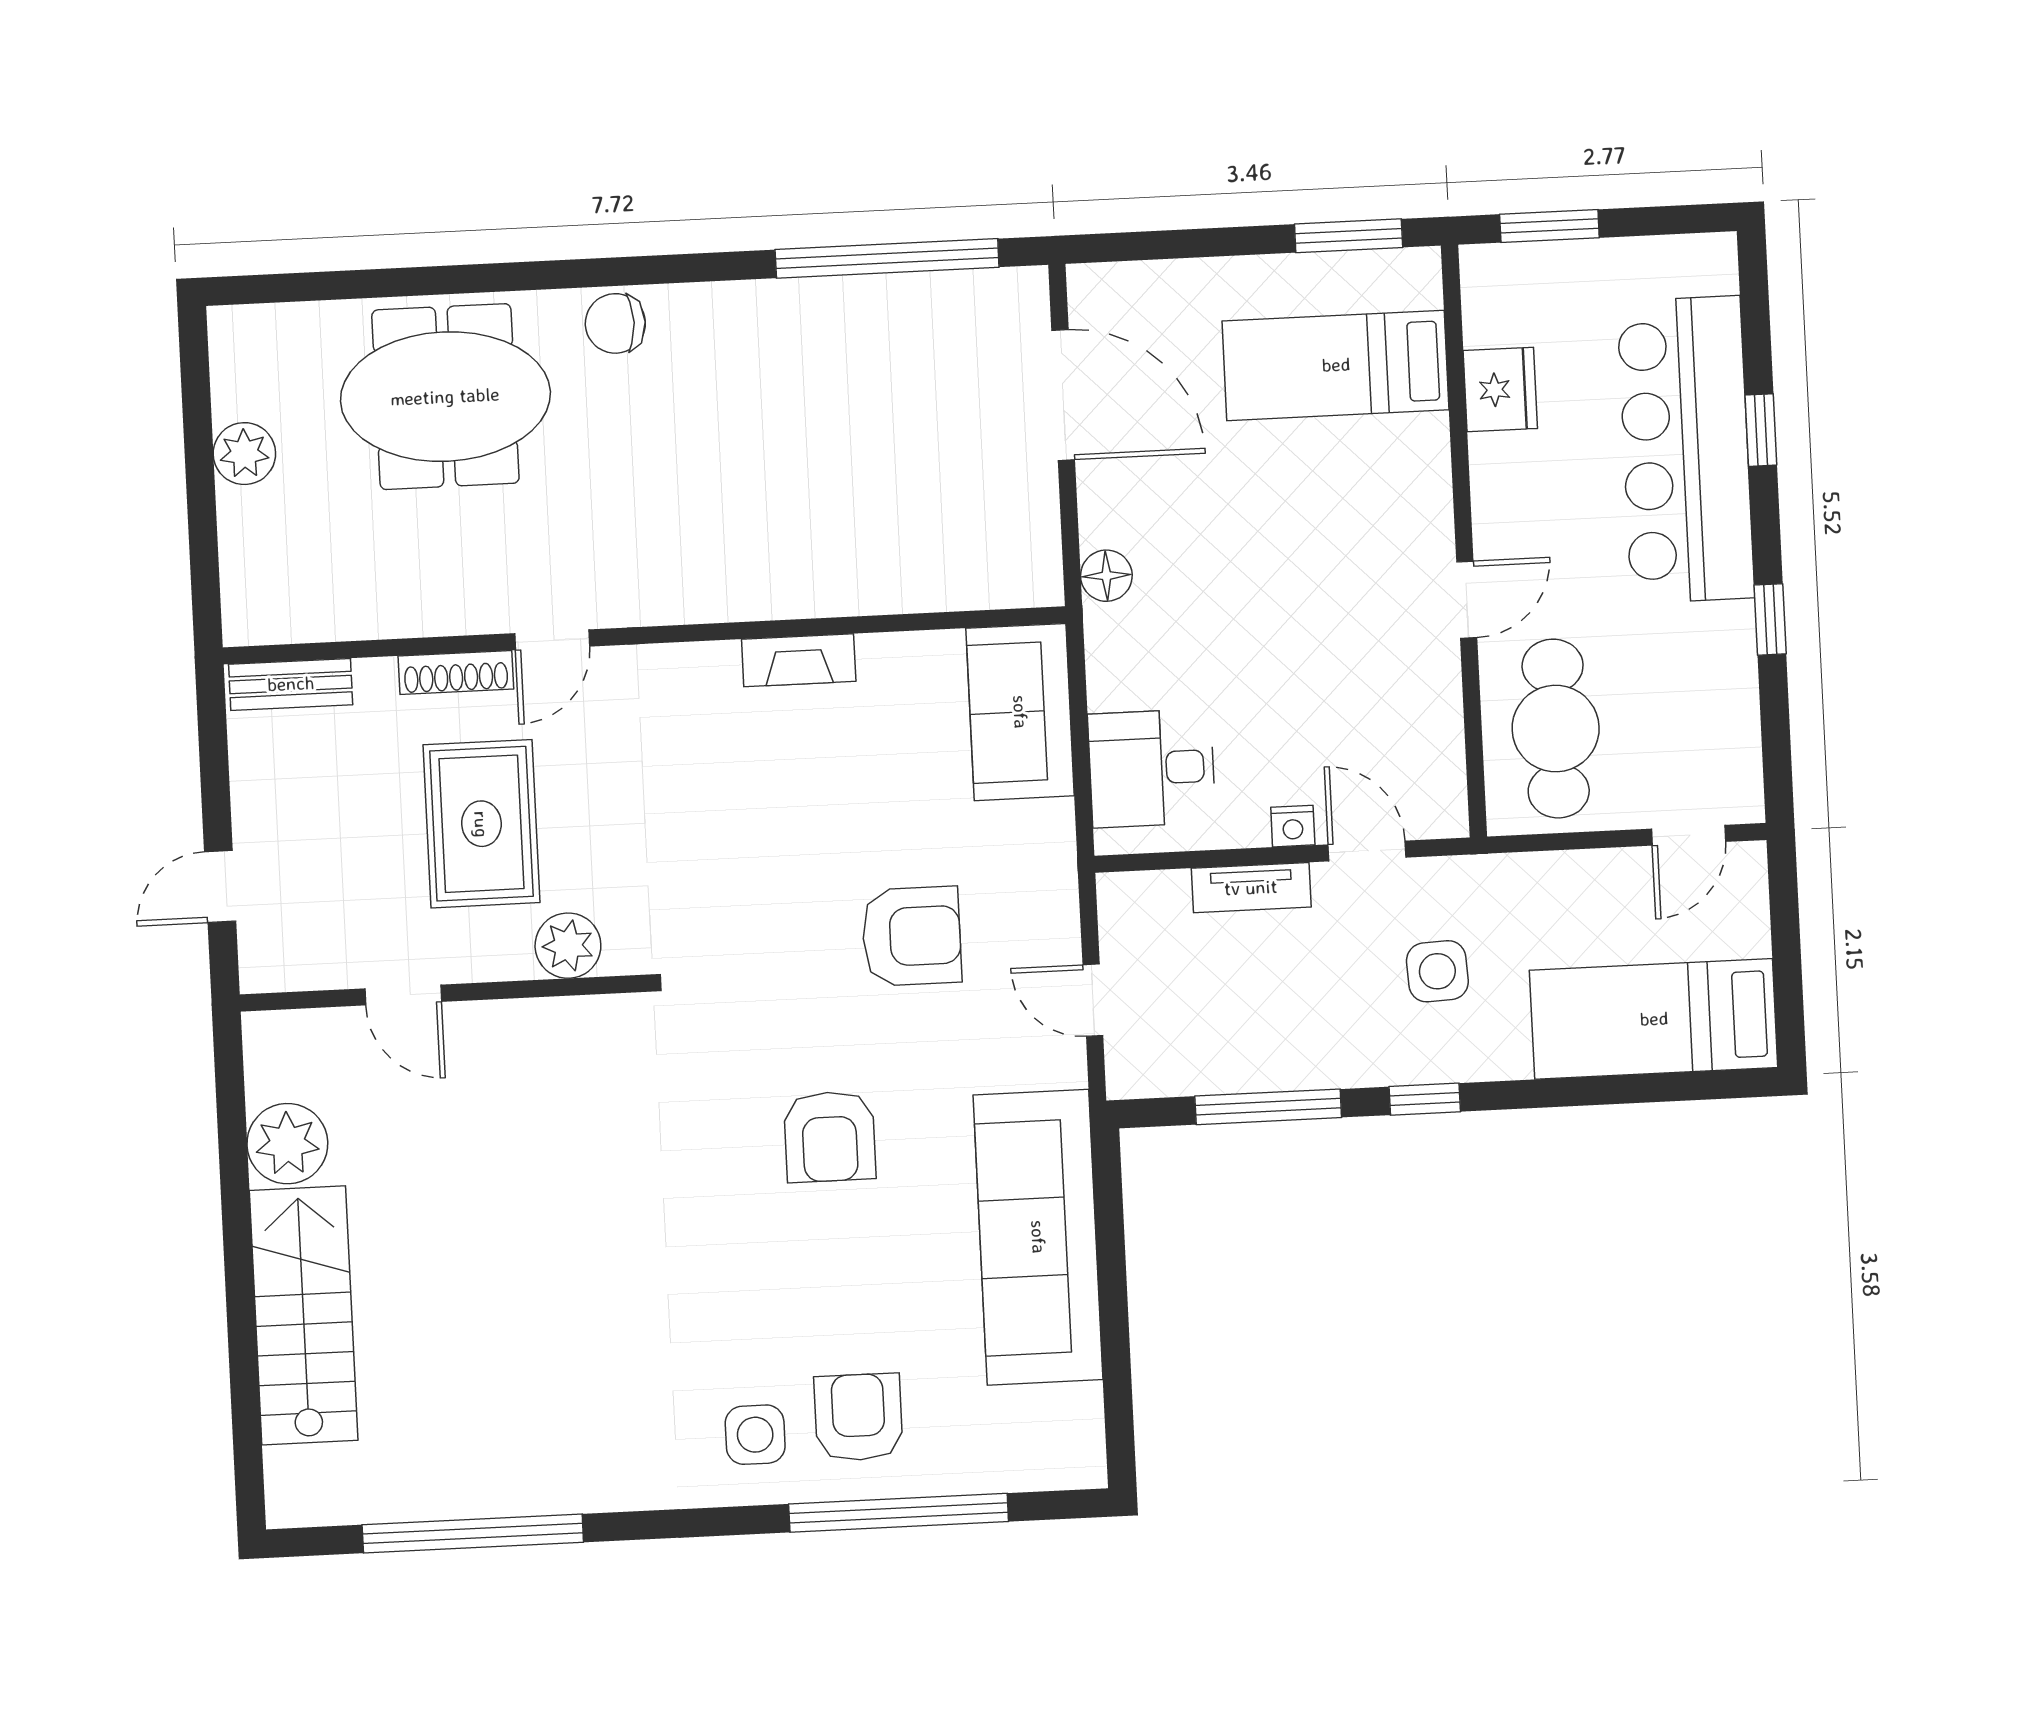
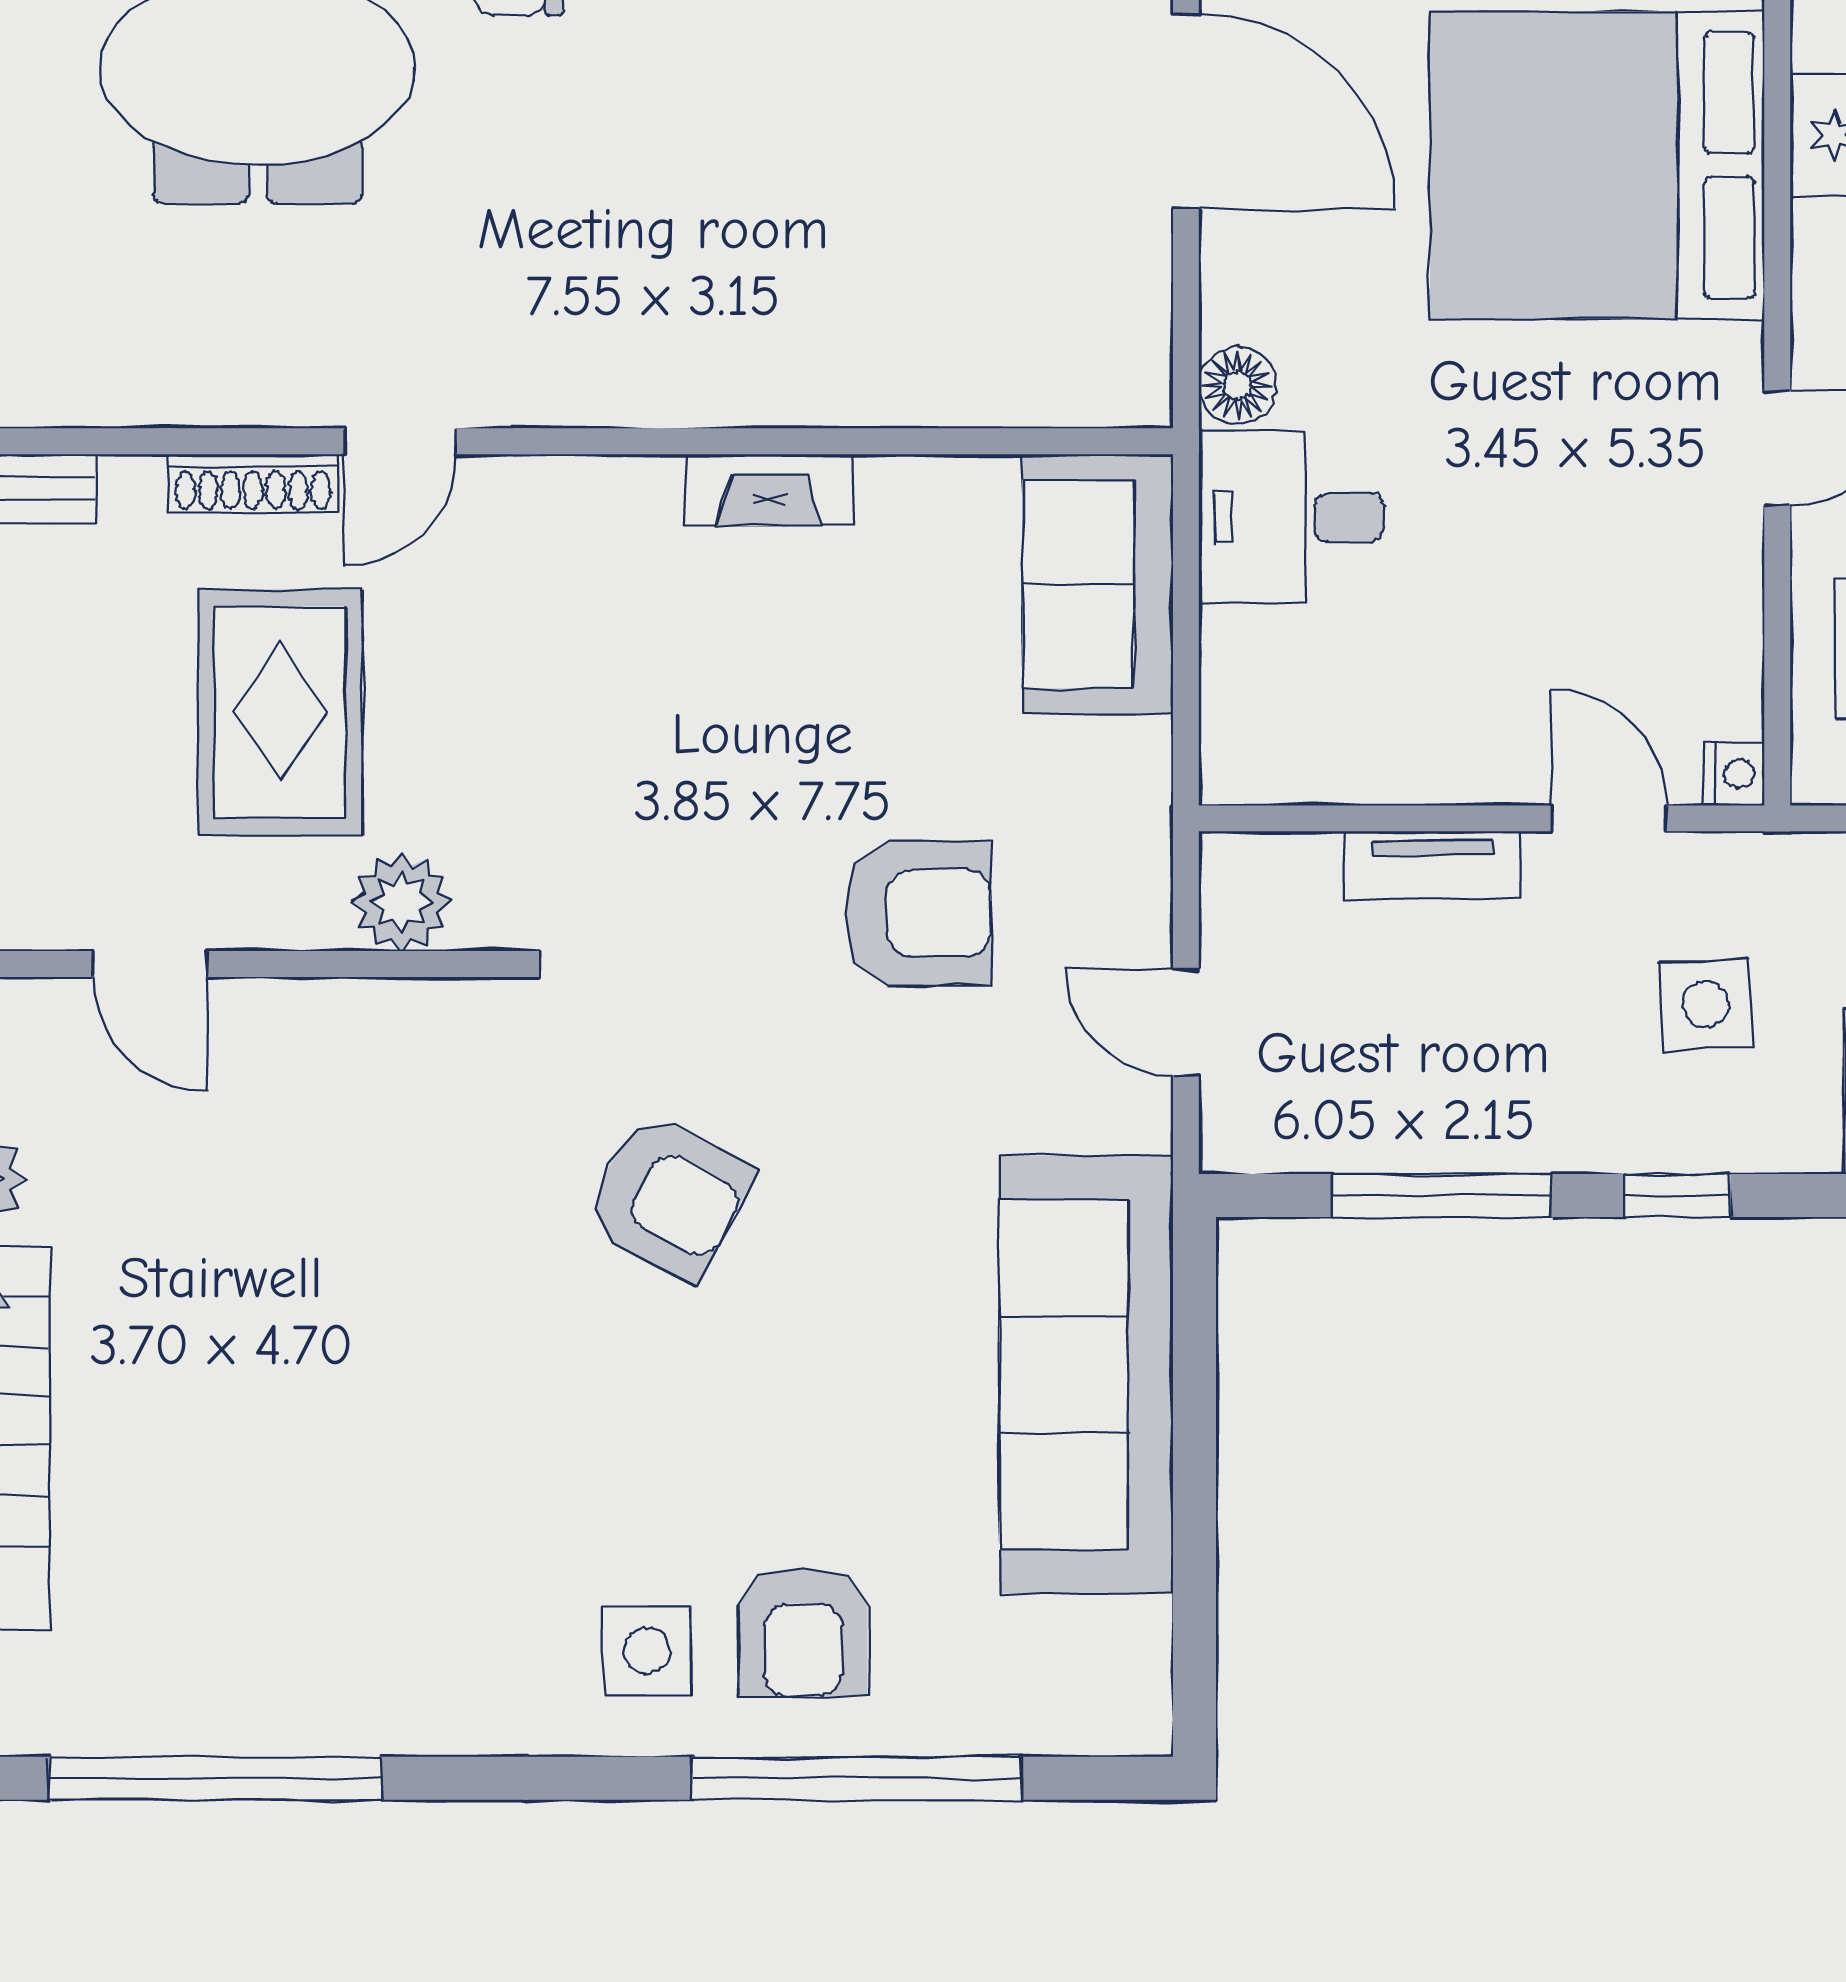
bed: (1336, 365) -> (1597, 165), width x2.04
desk: (1152, 768) -> (1292, 517), moved
nightstand: (1293, 826) -> (1734, 774), moved, turned -90
armchair: (830, 1137) -> (668, 1197), moved, turned -62
armchair: (858, 1417) -> (803, 1632), turned 180

